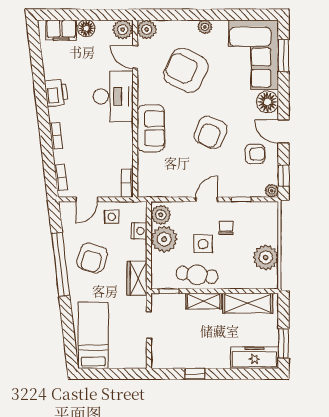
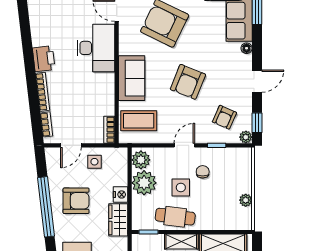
printer: (56, 93) -> (44, 59), moved
floor lamp: (267, 102) -> (247, 48), width x0.53, depth x0.53
door: (284, 131) -> (257, 81), swing flipped
bookcase: (56, 136) -> (43, 92), width x1.56
armchair: (255, 154) -> (224, 117), moved, turned 114
coffee table: (158, 173) -> (139, 121), added
nightstand: (139, 231) -> (120, 194), moved
plant: (266, 257) -> (246, 200), width x0.53, depth x0.53
armchair: (92, 258) -> (76, 201), turned -107

